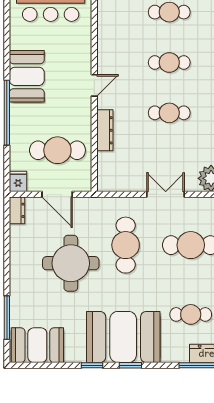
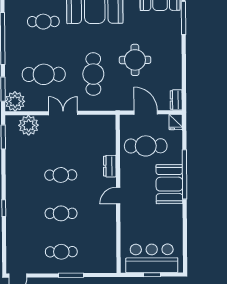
booth: (27, 76) -> (169, 184), moved
dresser: (105, 130) -> (110, 166), width x0.70
double door: (166, 194) -> (63, 113), swing flipped
round table: (71, 263) -> (135, 60), width x0.73, depth x0.73

